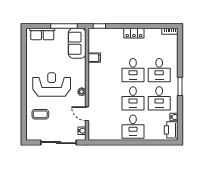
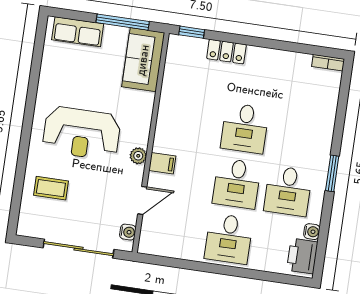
locker: (134, 33) -> (226, 52), moved
filing cabinet: (94, 58) -> (162, 163), moved
desk: (159, 70) -> (296, 136), removed
reception desk: (52, 85) -> (82, 133), turned 180
door: (87, 114) -> (142, 200), swing flipped

